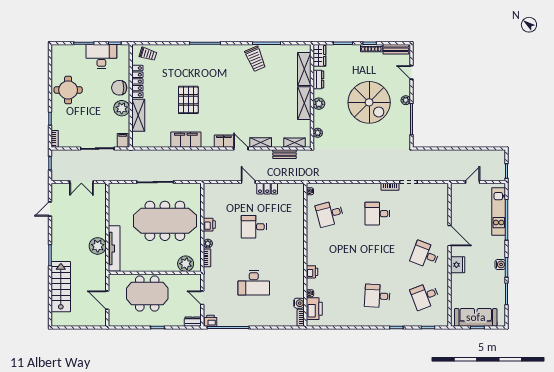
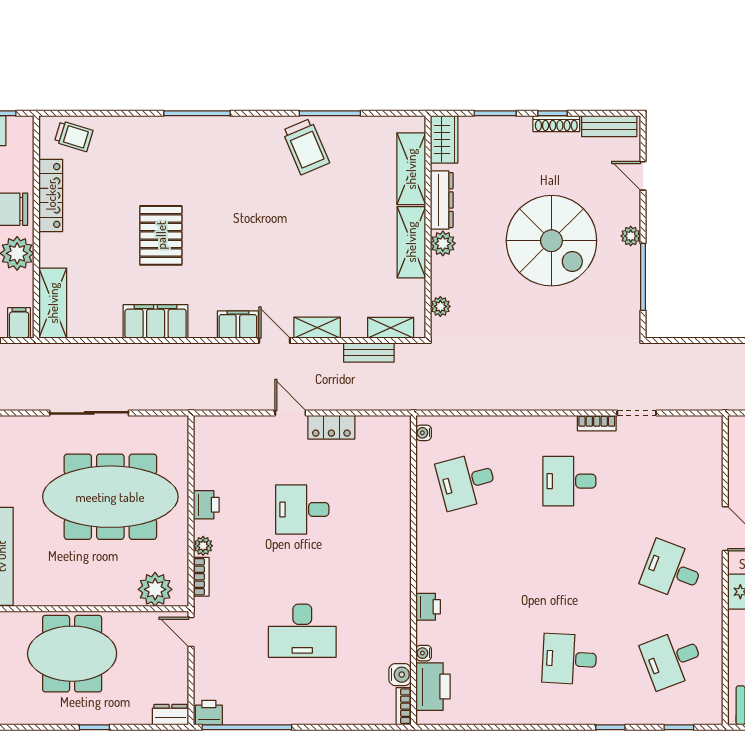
dresser: (318, 79) -> (442, 200), width x1.44
shelving: (138, 115) -> (53, 303), moved
door: (202, 298) -> (191, 632), moved

